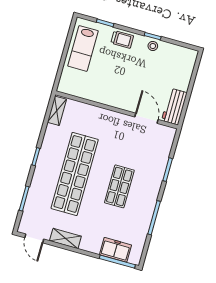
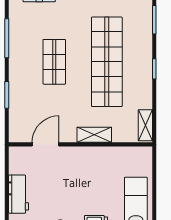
workbench: (174, 107) -> (19, 194), moved
shelving: (103, 115) -> (94, 135), added
door: (146, 118) -> (46, 144), swing flipped

